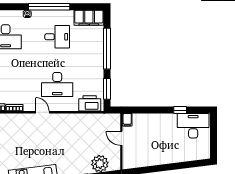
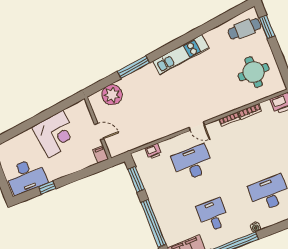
desk: (57, 37) -> (213, 215), turned 90
printer: (90, 103) -> (153, 151), width x0.53, depth x0.68
corner desk: (157, 150) -> (56, 134), added

